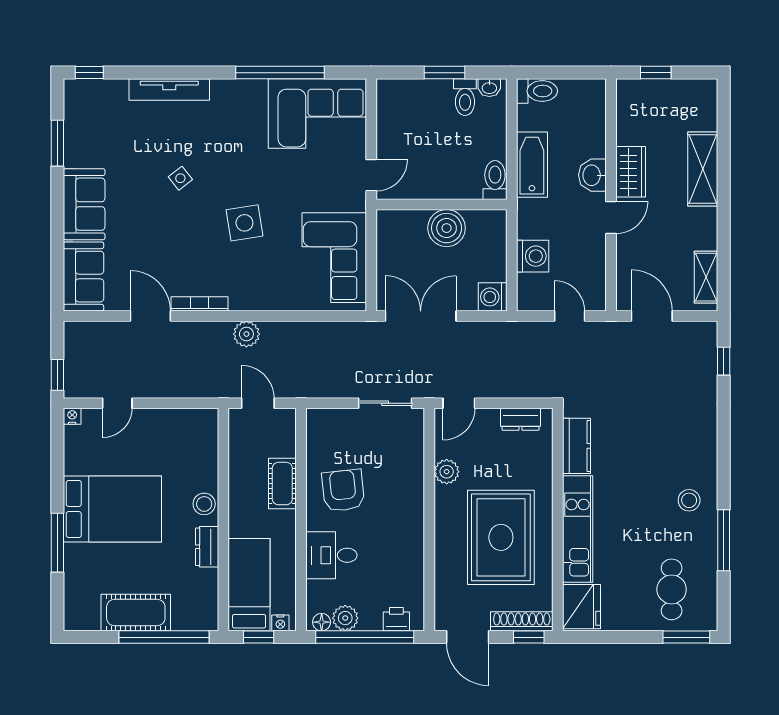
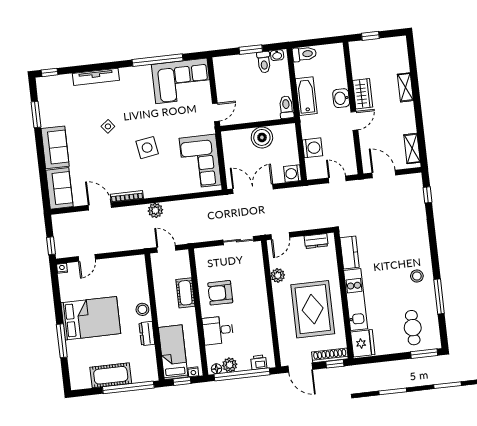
shelving: (703, 169) -> (405, 87), width x0.67, depth x0.75
armchair: (343, 490) -> (220, 293), turned -84

